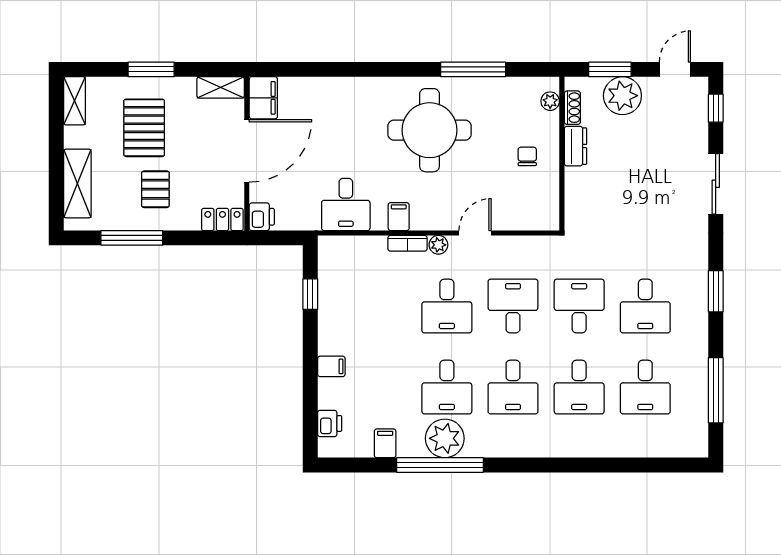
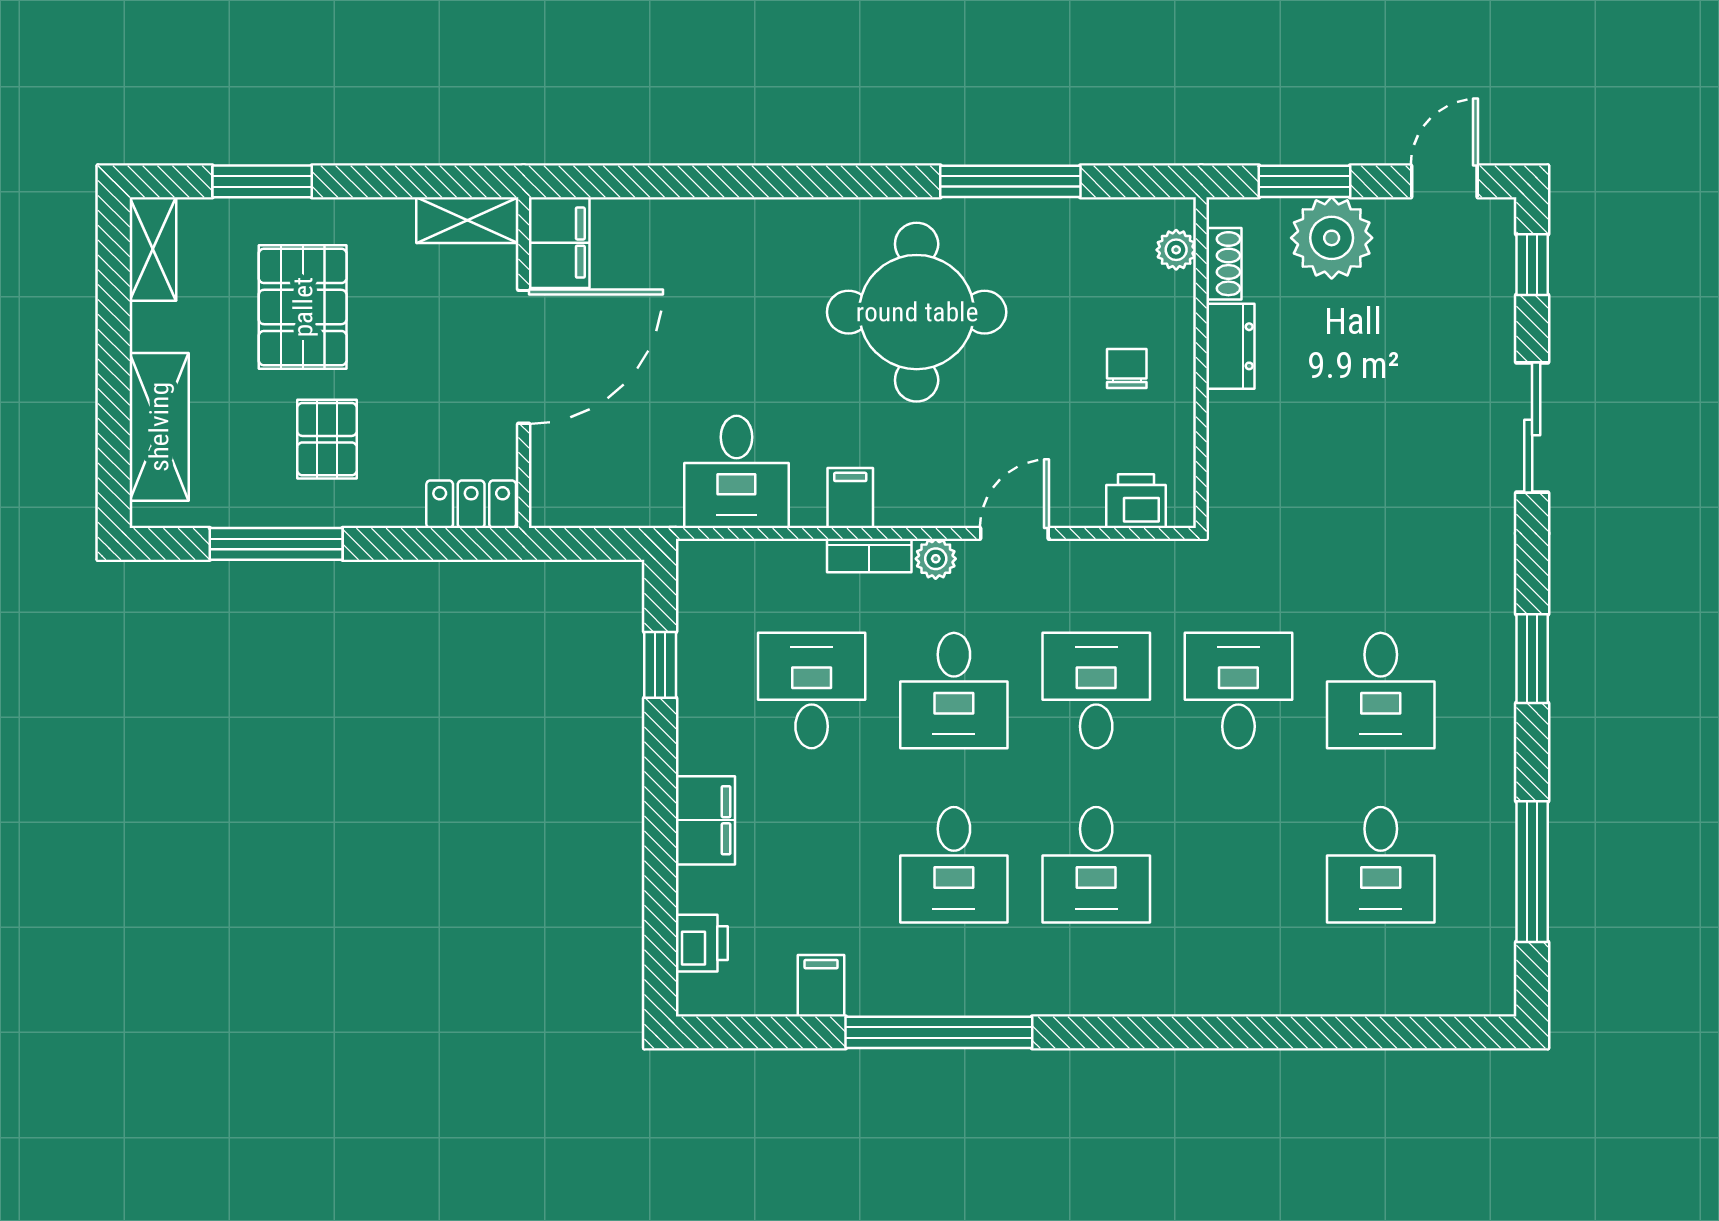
window: (151, 69) -> (262, 181), moved
printer: (262, 217) -> (1136, 501), moved, turned -90
filing cabinet: (331, 366) -> (705, 820), width x2.00
desk: (579, 387) -> (812, 691), moved, turned 180
plant: (445, 438) -> (949, 975), removed

